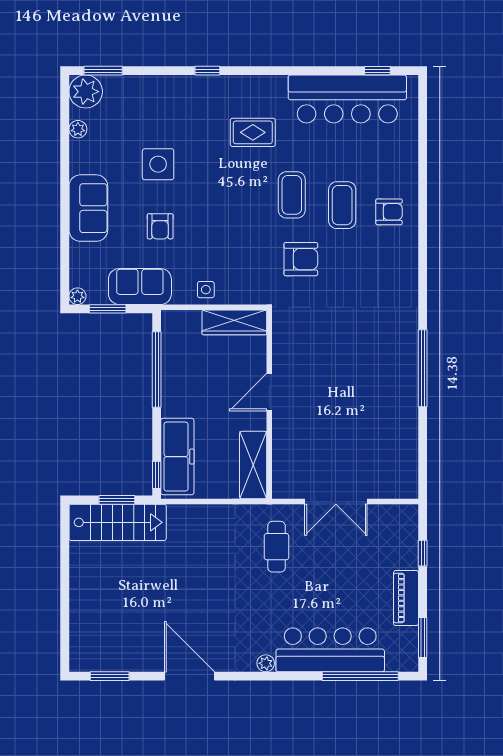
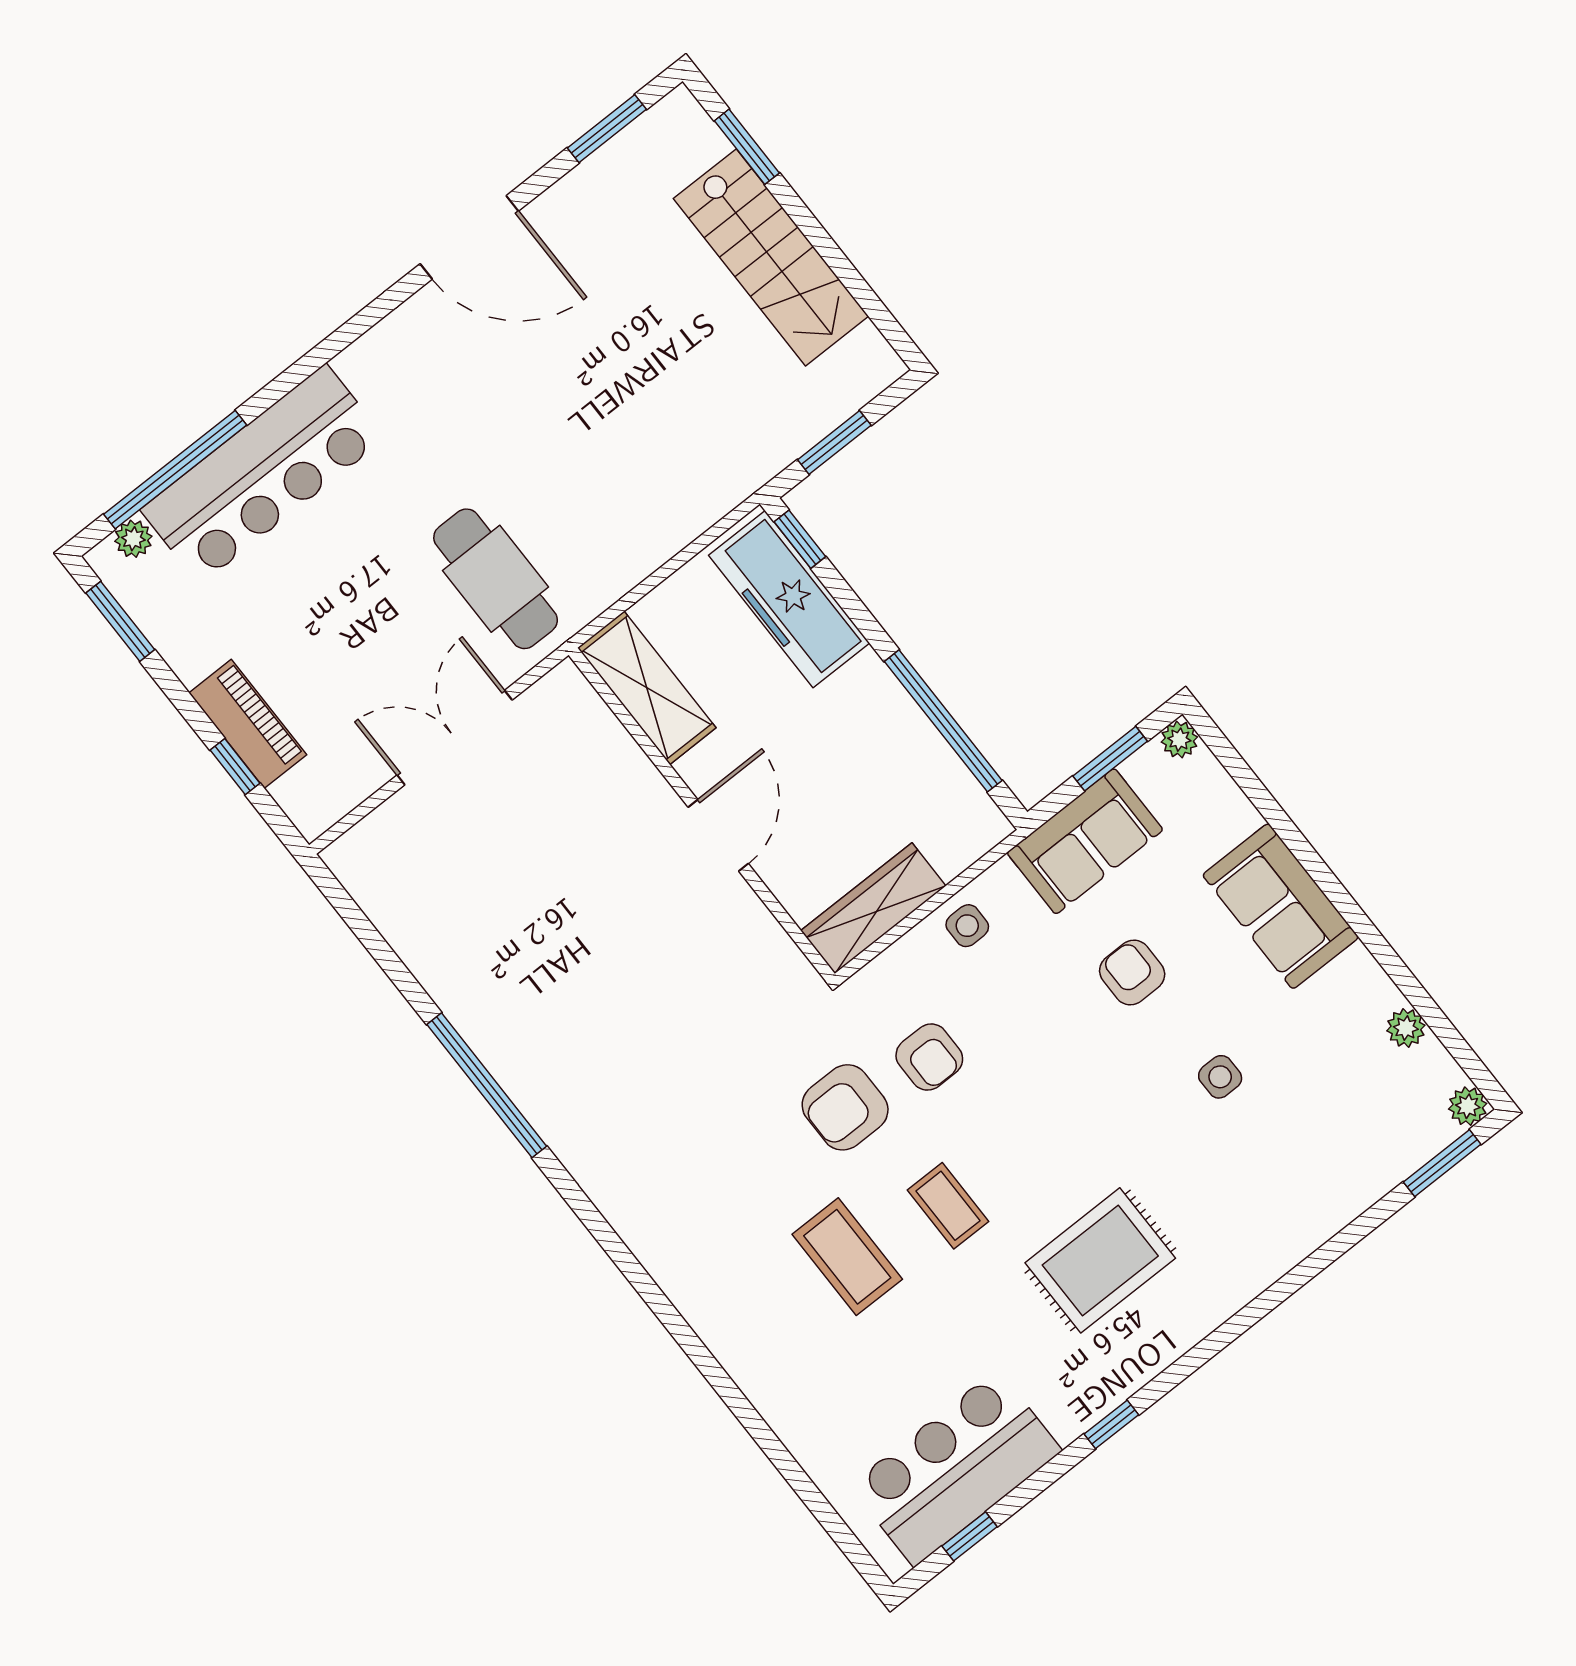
window: (207, 71) -> (1111, 1424), moved
plant: (86, 92) -> (1468, 1106), width x0.53, depth x0.53
bar counter: (347, 99) -> (956, 1468), width x0.73
rug: (253, 132) -> (1100, 1260), width x1.36, depth x1.43
side table: (158, 164) -> (1220, 1077), width x0.54, depth x0.54
coffee table: (292, 195) -> (948, 1206), width x0.73, depth x0.77
armchair: (389, 212) -> (929, 1057), moved, turned -90
stairs: (118, 522) -> (771, 257), moved, turned -90
cafe table: (277, 547) -> (496, 579), width x1.37, depth x1.35
piano: (406, 598) -> (248, 724), moved
window: (65, 630) -> (747, 147), added
plant: (266, 663) -> (133, 539), moved

